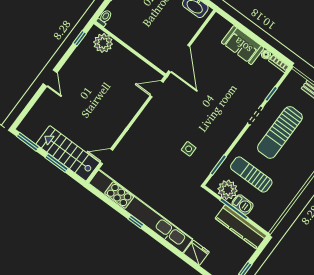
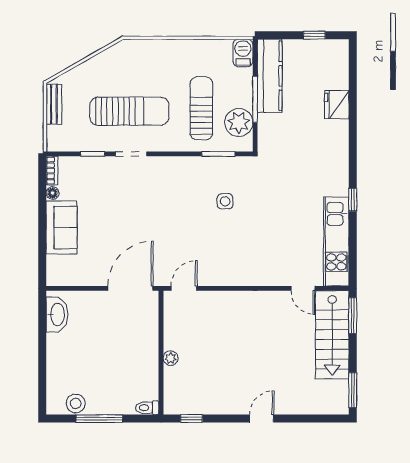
plant: (103, 43) -> (171, 358), moved, width x0.53, depth x0.53
door: (157, 89) -> (184, 288), swing flipped
window: (57, 163) -> (353, 316), moved
sun lounger: (251, 175) -> (201, 108), turned 180
barbecue: (243, 205) -> (243, 53), moved
kitchen unit: (141, 211) -> (336, 241), width x0.54

